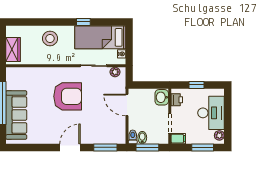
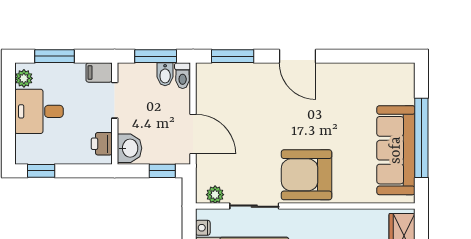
window: (144, 85) -> (162, 171), added
window: (196, 85) -> (41, 171), moved
armchair: (68, 96) -> (307, 175), moved
desk: (211, 113) -> (39, 111), width x0.73
sofa: (16, 115) -> (396, 150), moved
door: (70, 147) -> (297, 56), hinge flipped

